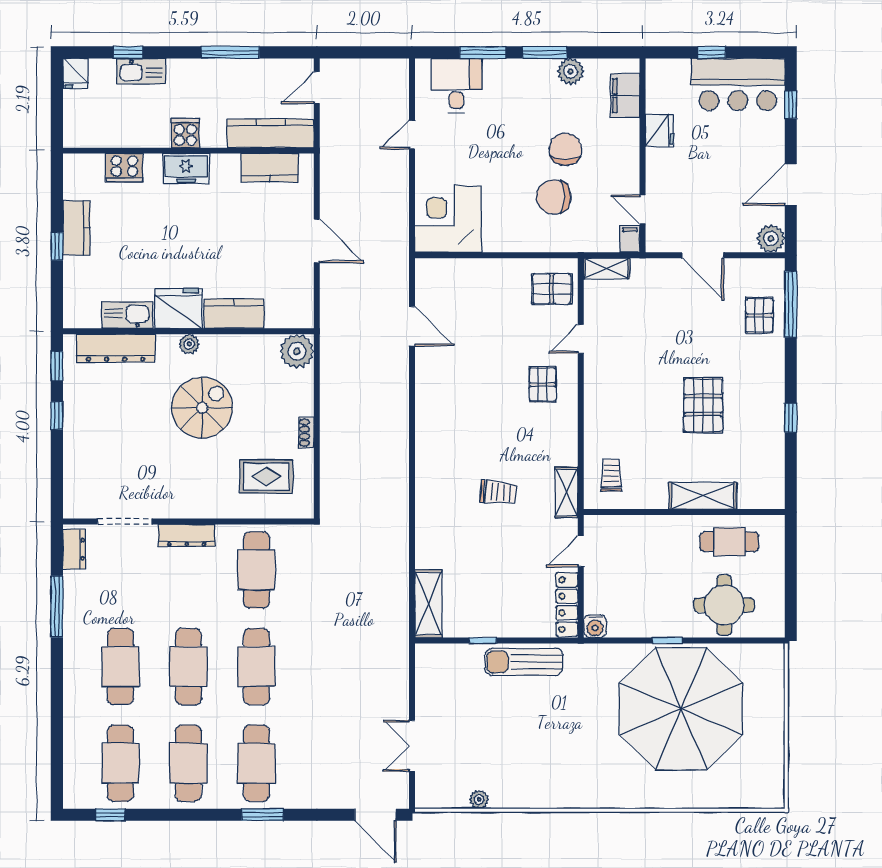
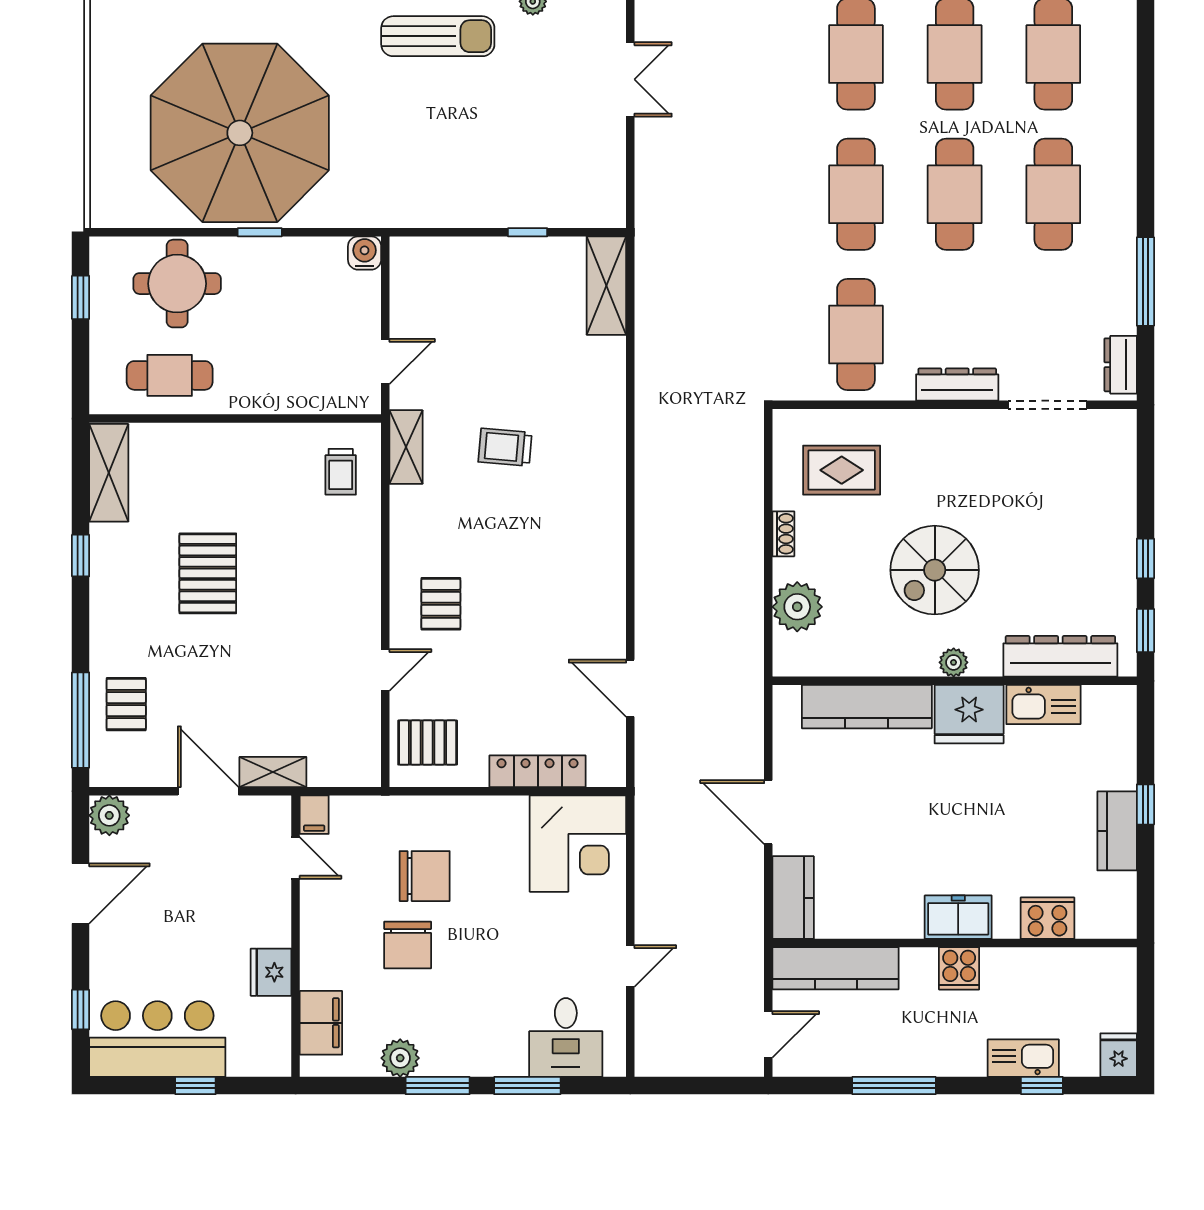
kitchen counter: (270, 168) -> (793, 898), moved, turned 90
shelving: (607, 268) -> (273, 772), moved
kitchen counter: (234, 314) -> (867, 707), width x1.50
plant: (297, 351) -> (797, 607), moved
shelving: (703, 496) -> (109, 473), moved, turned 90
window: (791, 596) -> (81, 297), added
locker: (567, 605) -> (538, 771), moved, turned -90
sun lounger: (524, 662) -> (438, 36), moved

